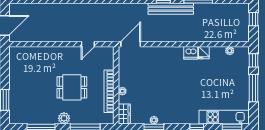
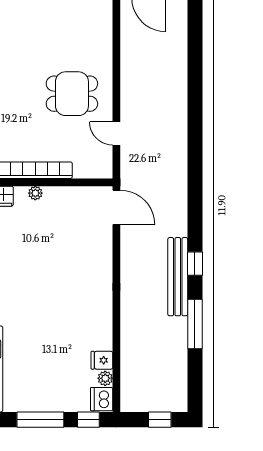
dishwasher: (191, 53) -> (102, 399), moved
fridge: (204, 53) -> (102, 360), moved
dining table: (72, 87) -> (72, 94), moved, turned 90

